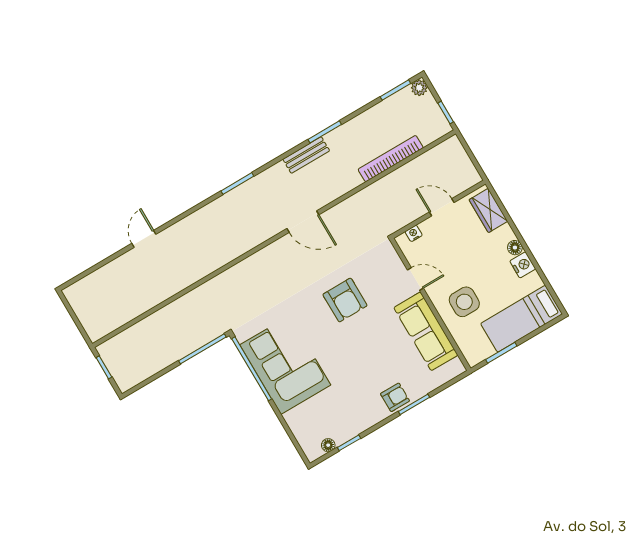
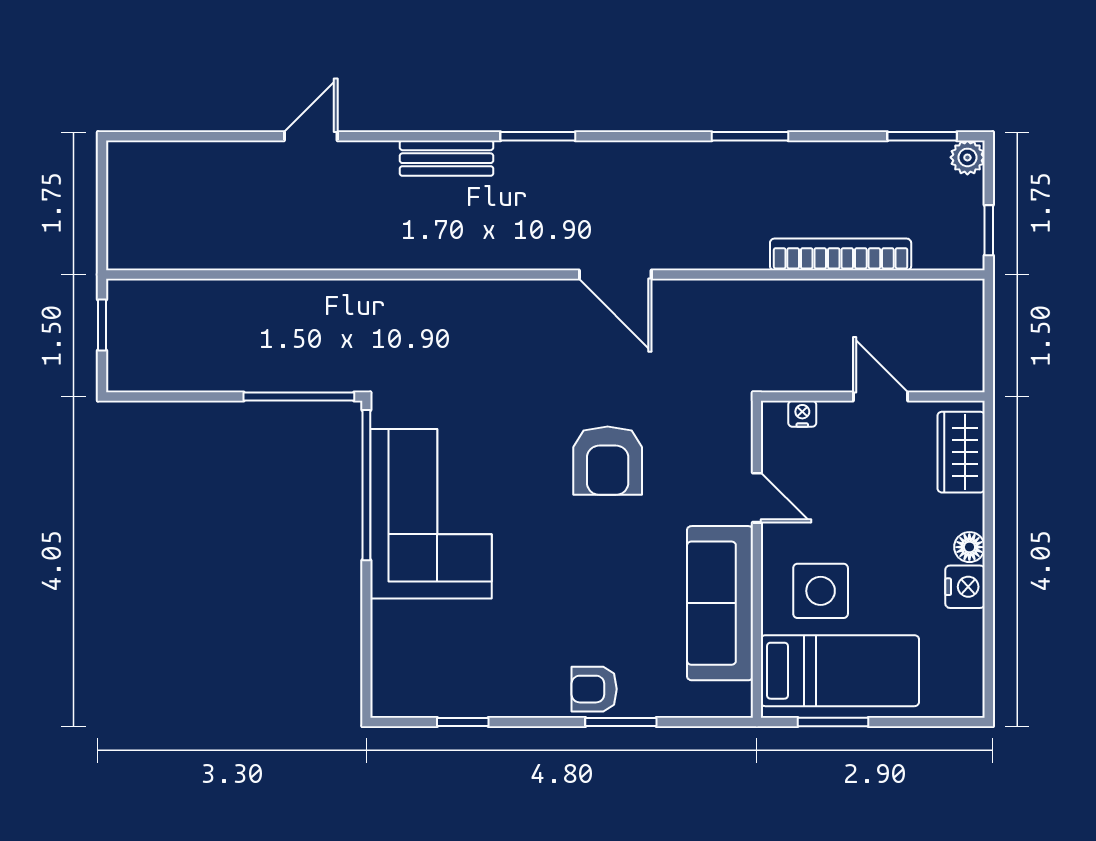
bench: (306, 155) -> (446, 158), moved
bed: (522, 319) -> (840, 671), moved, turned 180
armchair: (395, 397) -> (594, 689), turned 180
floor lamp: (328, 445) -> (423, 704), removed

